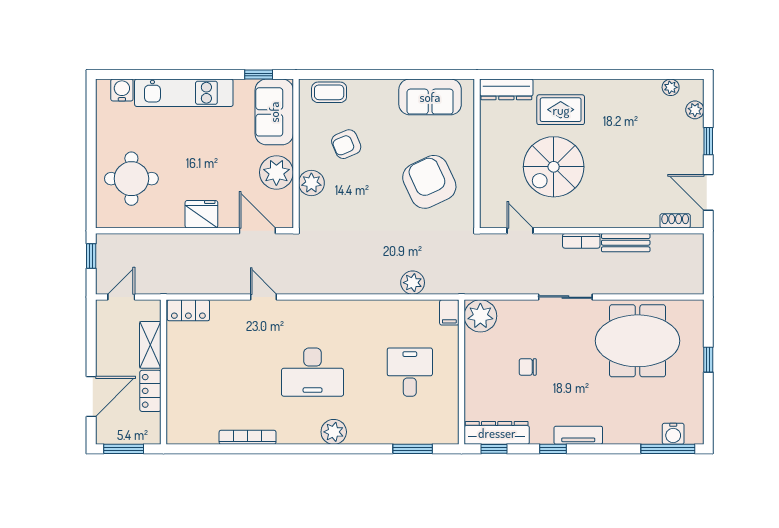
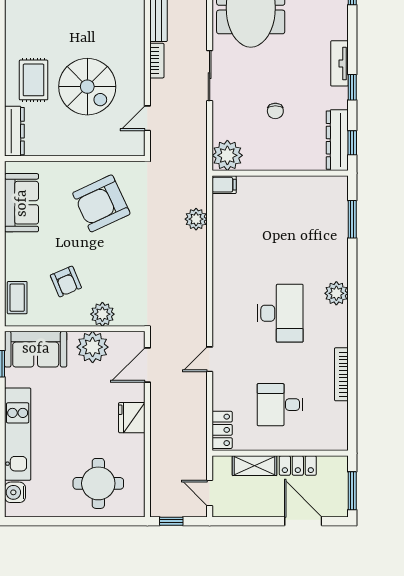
desk: (410, 372) -> (280, 405), moved

